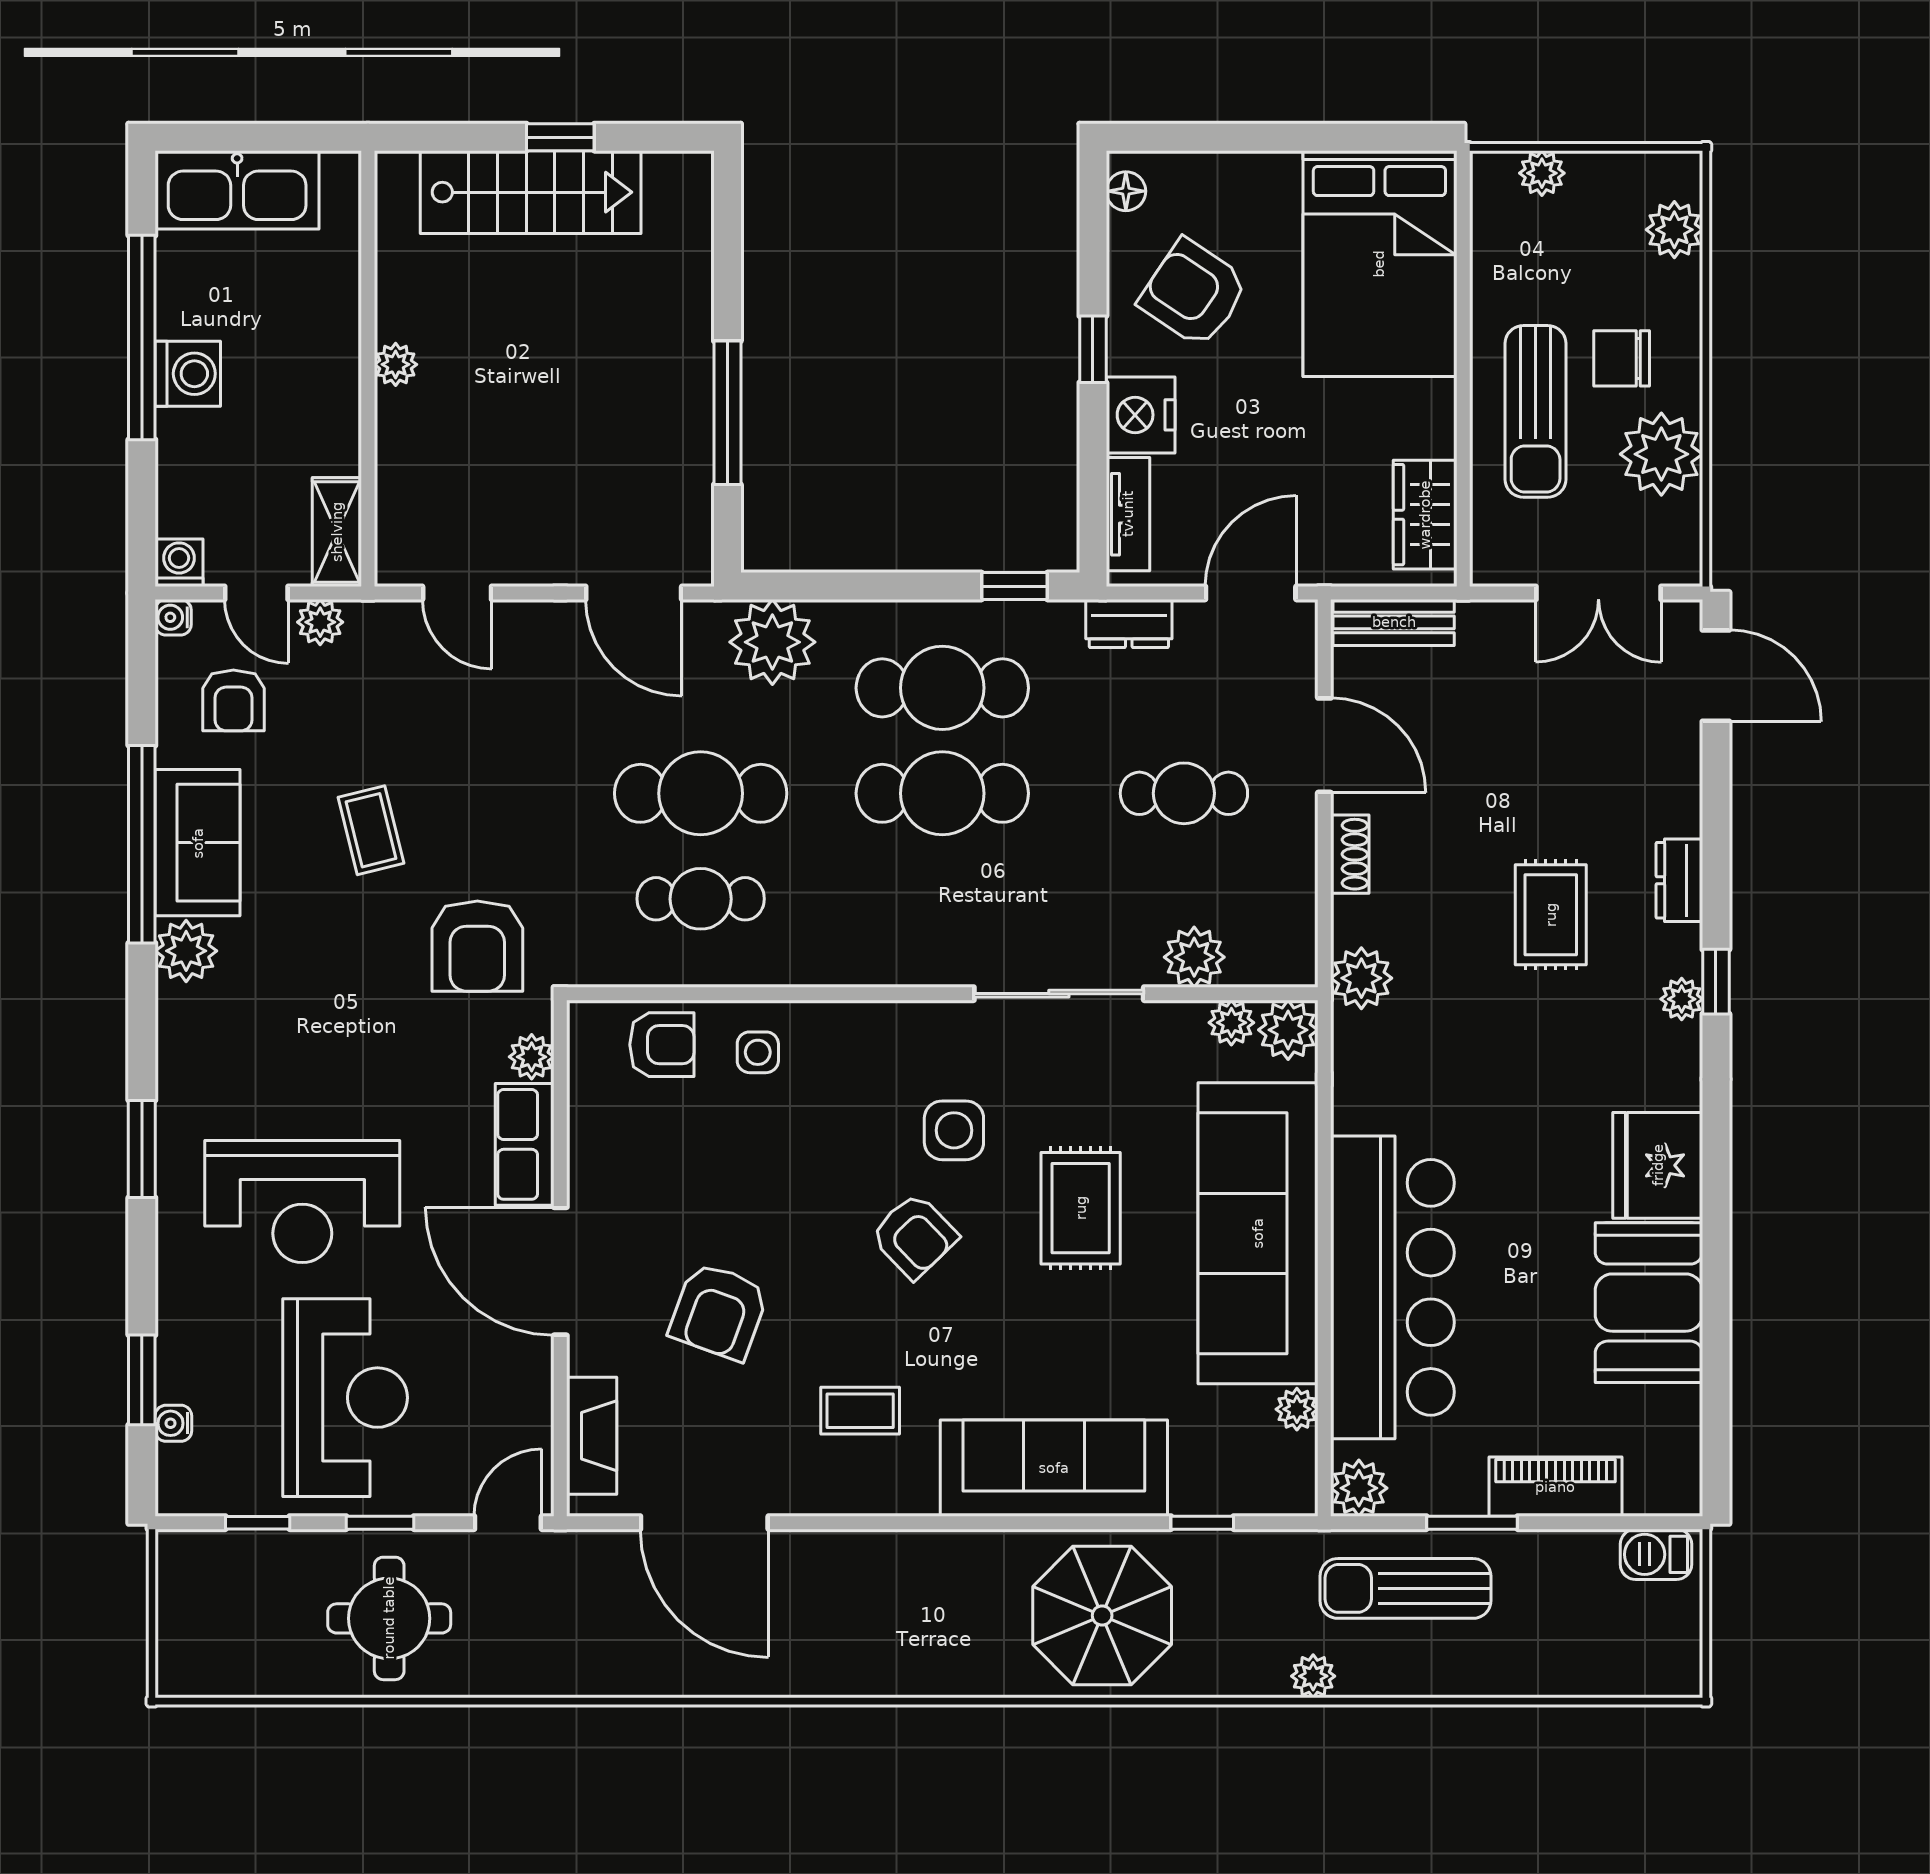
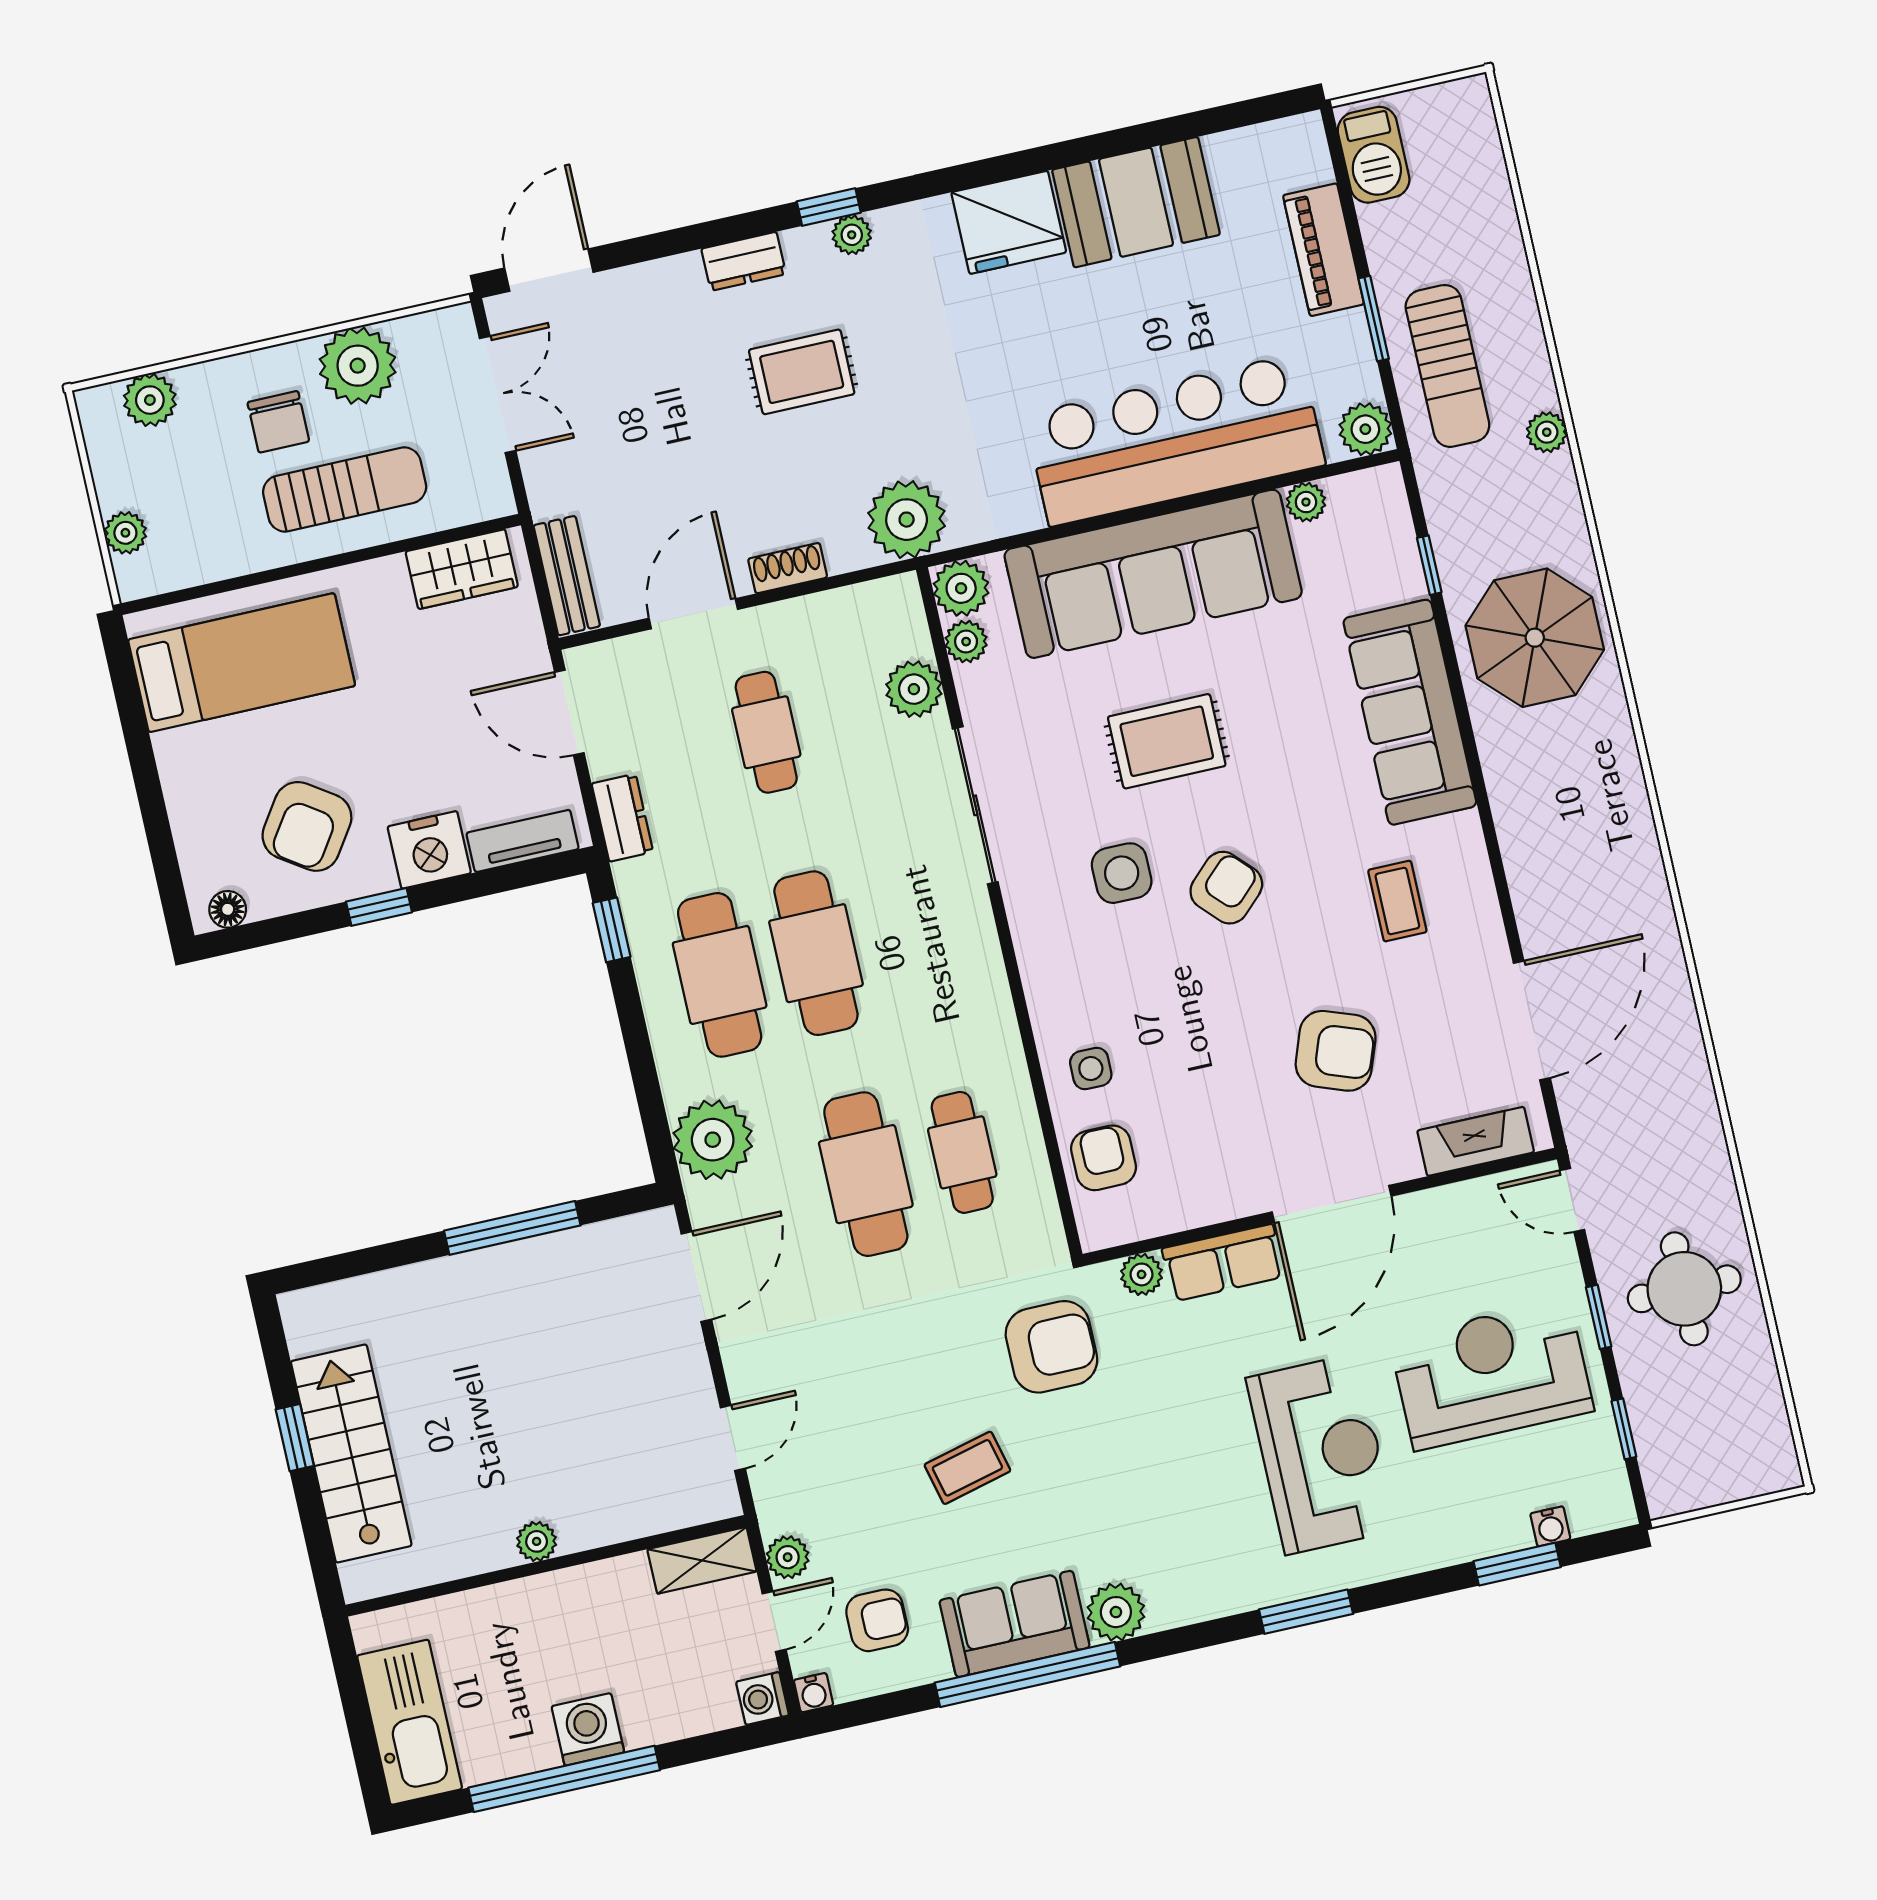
bed: (1379, 264) -> (242, 663), width x0.67
plant: (1361, 978) -> (907, 520), width x1.36, depth x1.36
barbecue: (1656, 1554) -> (1374, 155), width x1.38, depth x1.27

